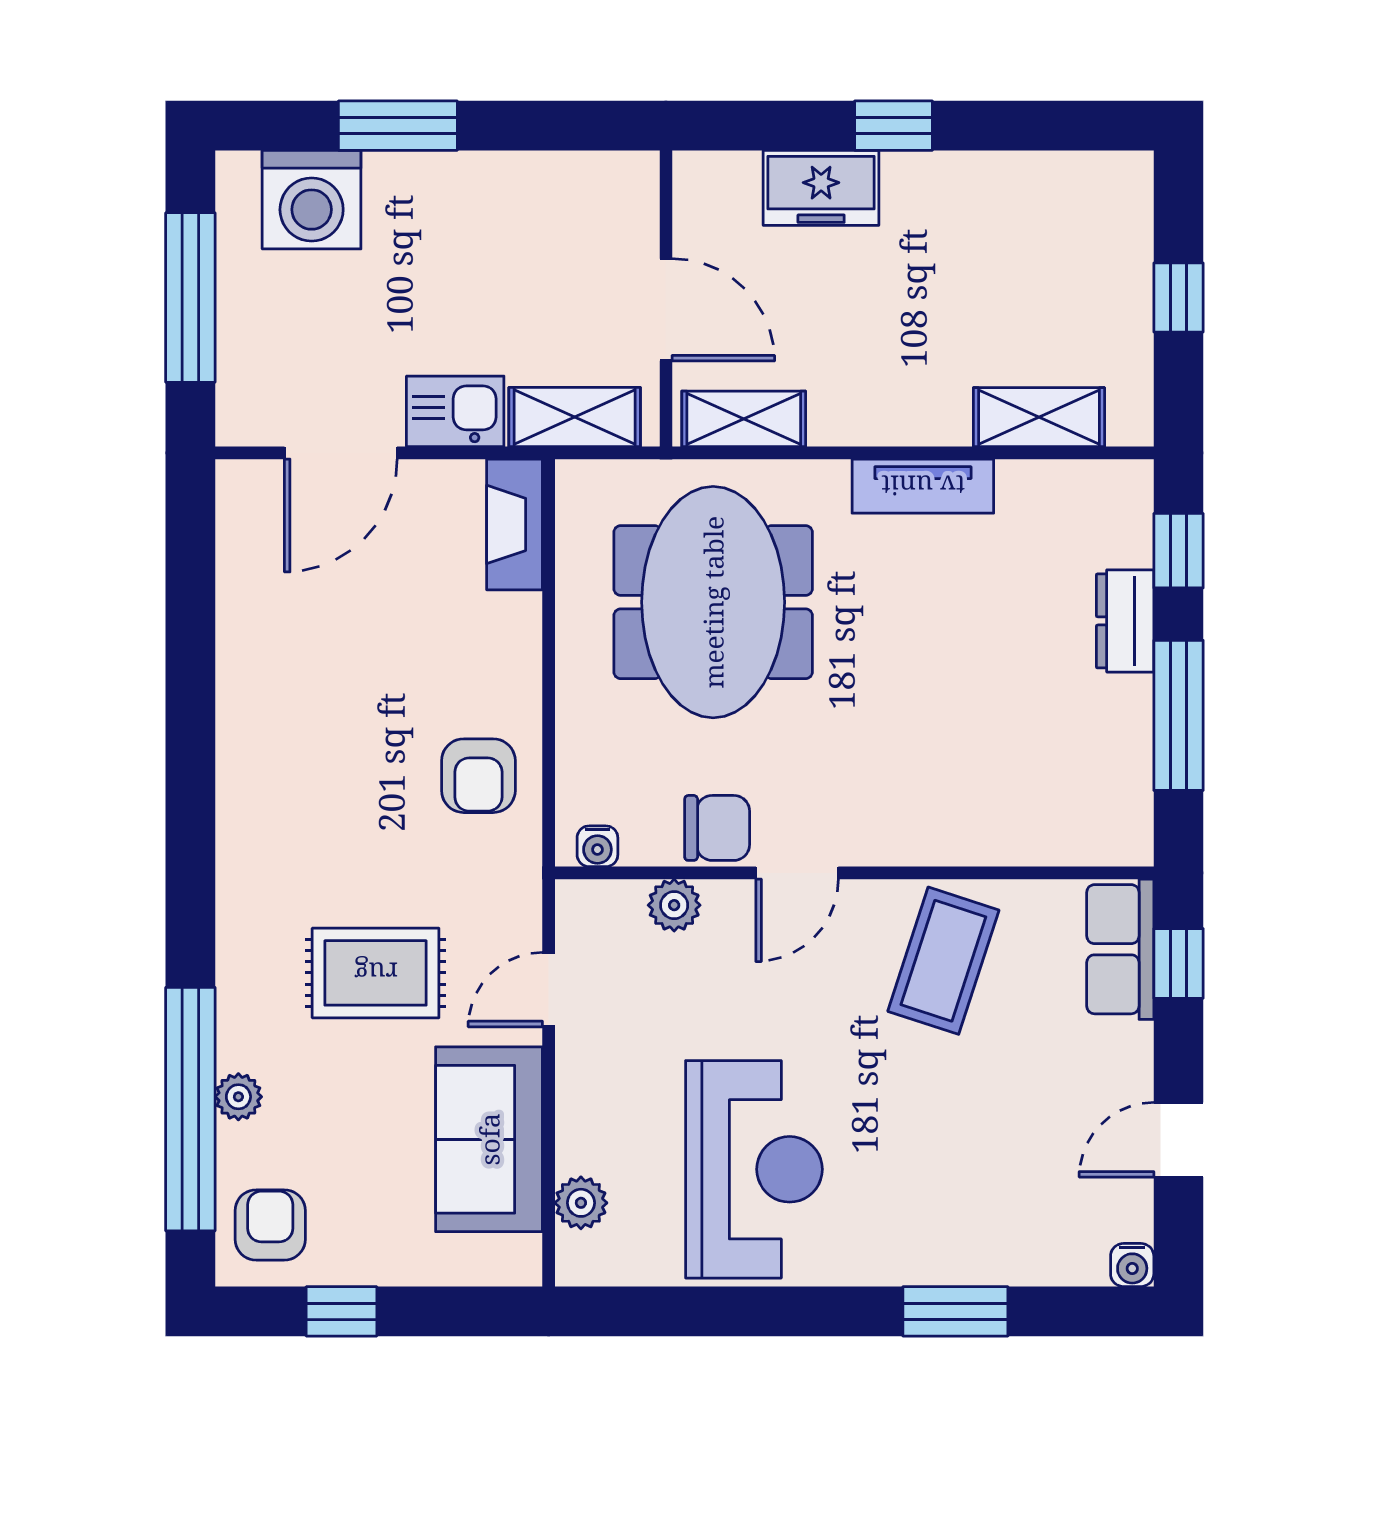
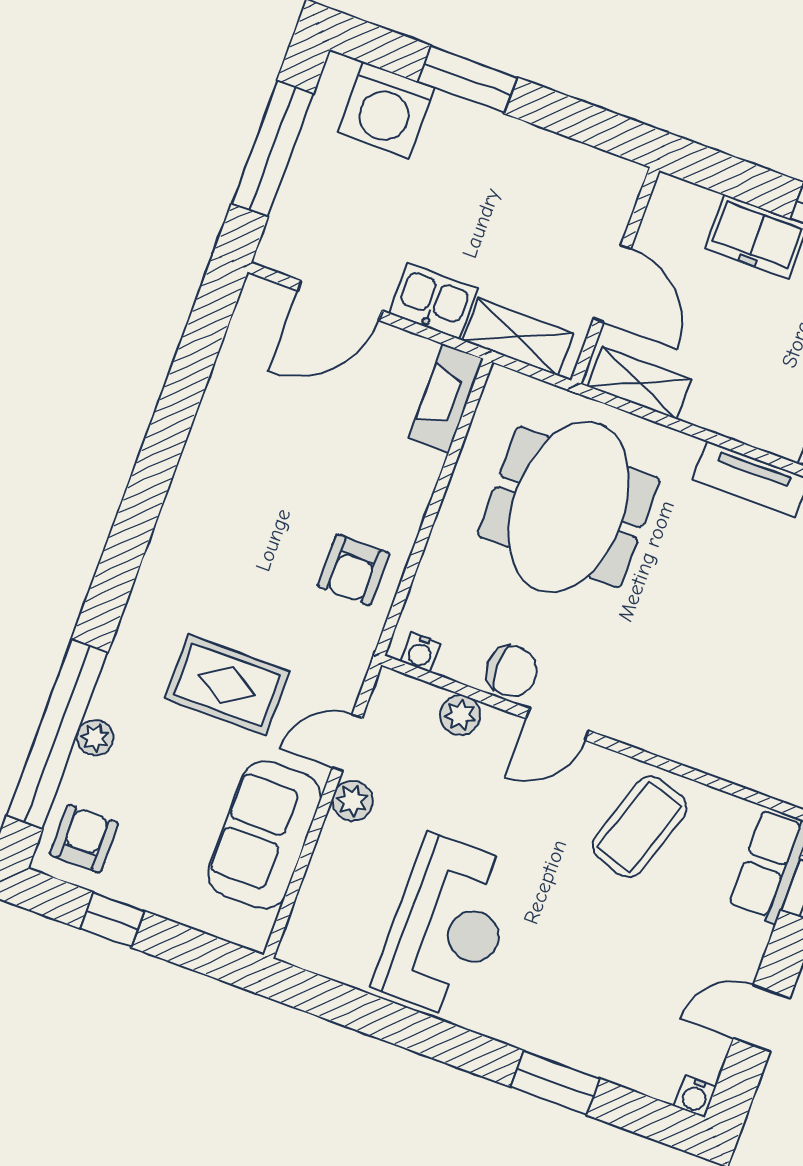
plant: (581, 1203) -> (352, 801), moved

